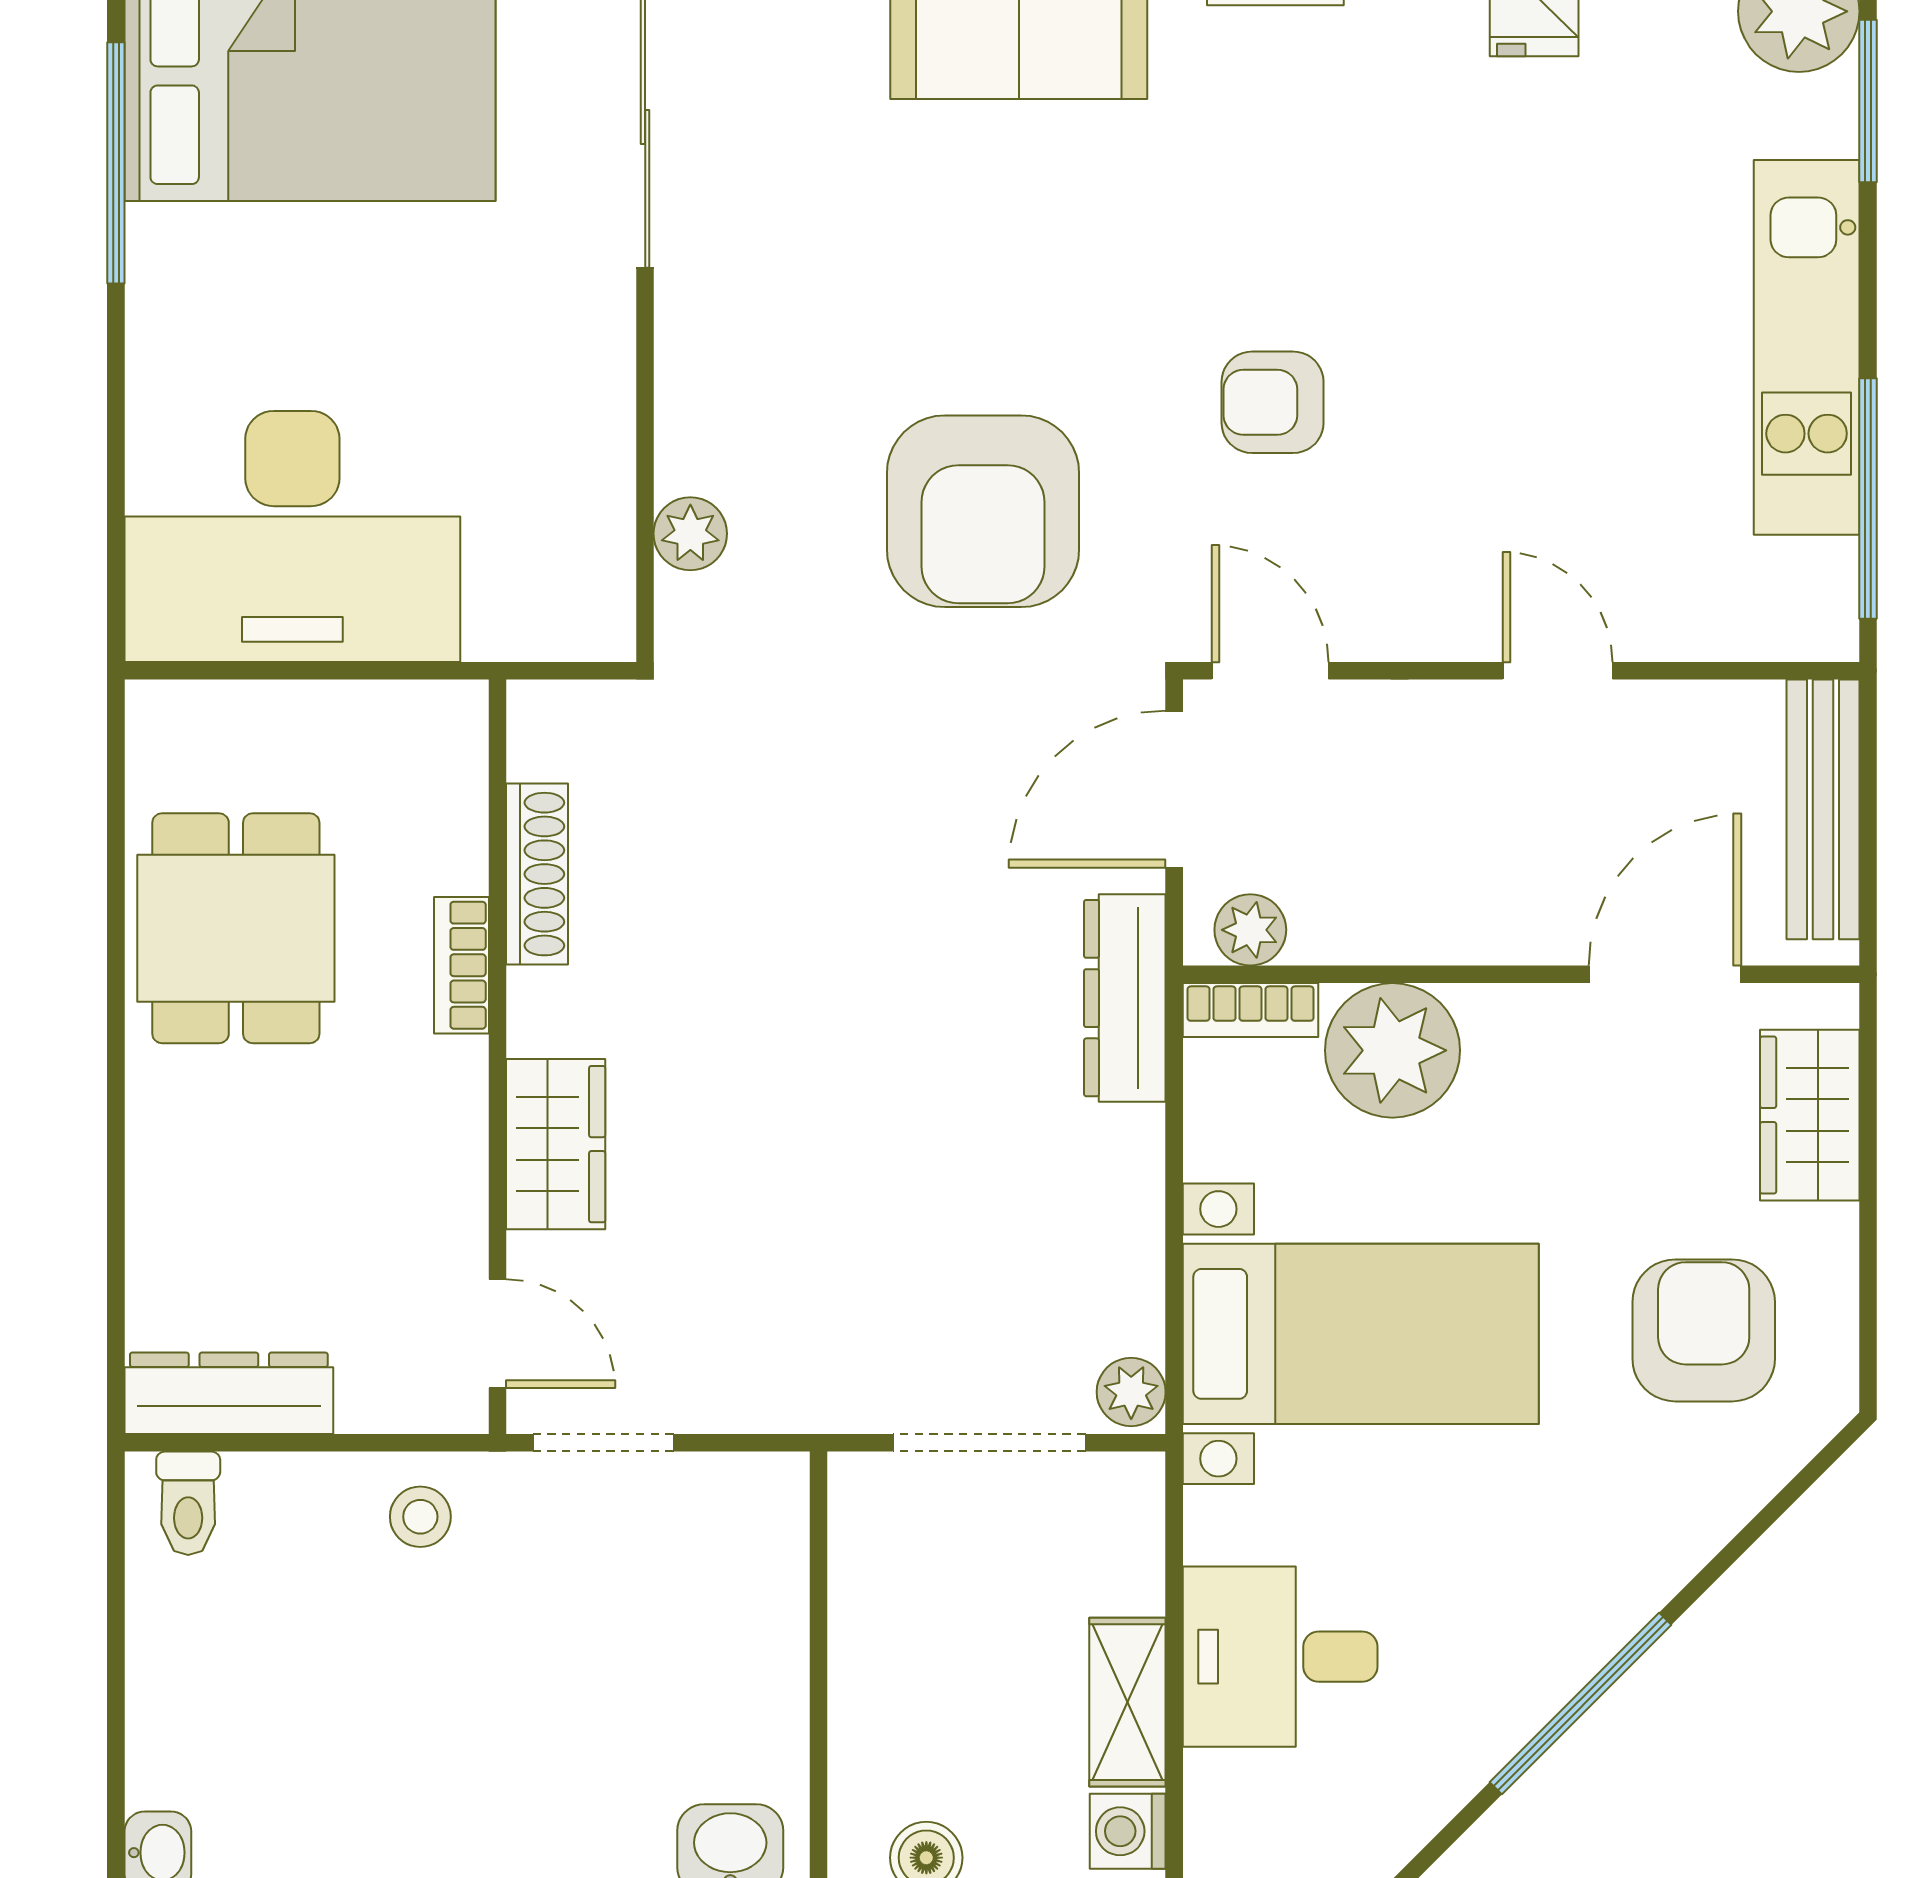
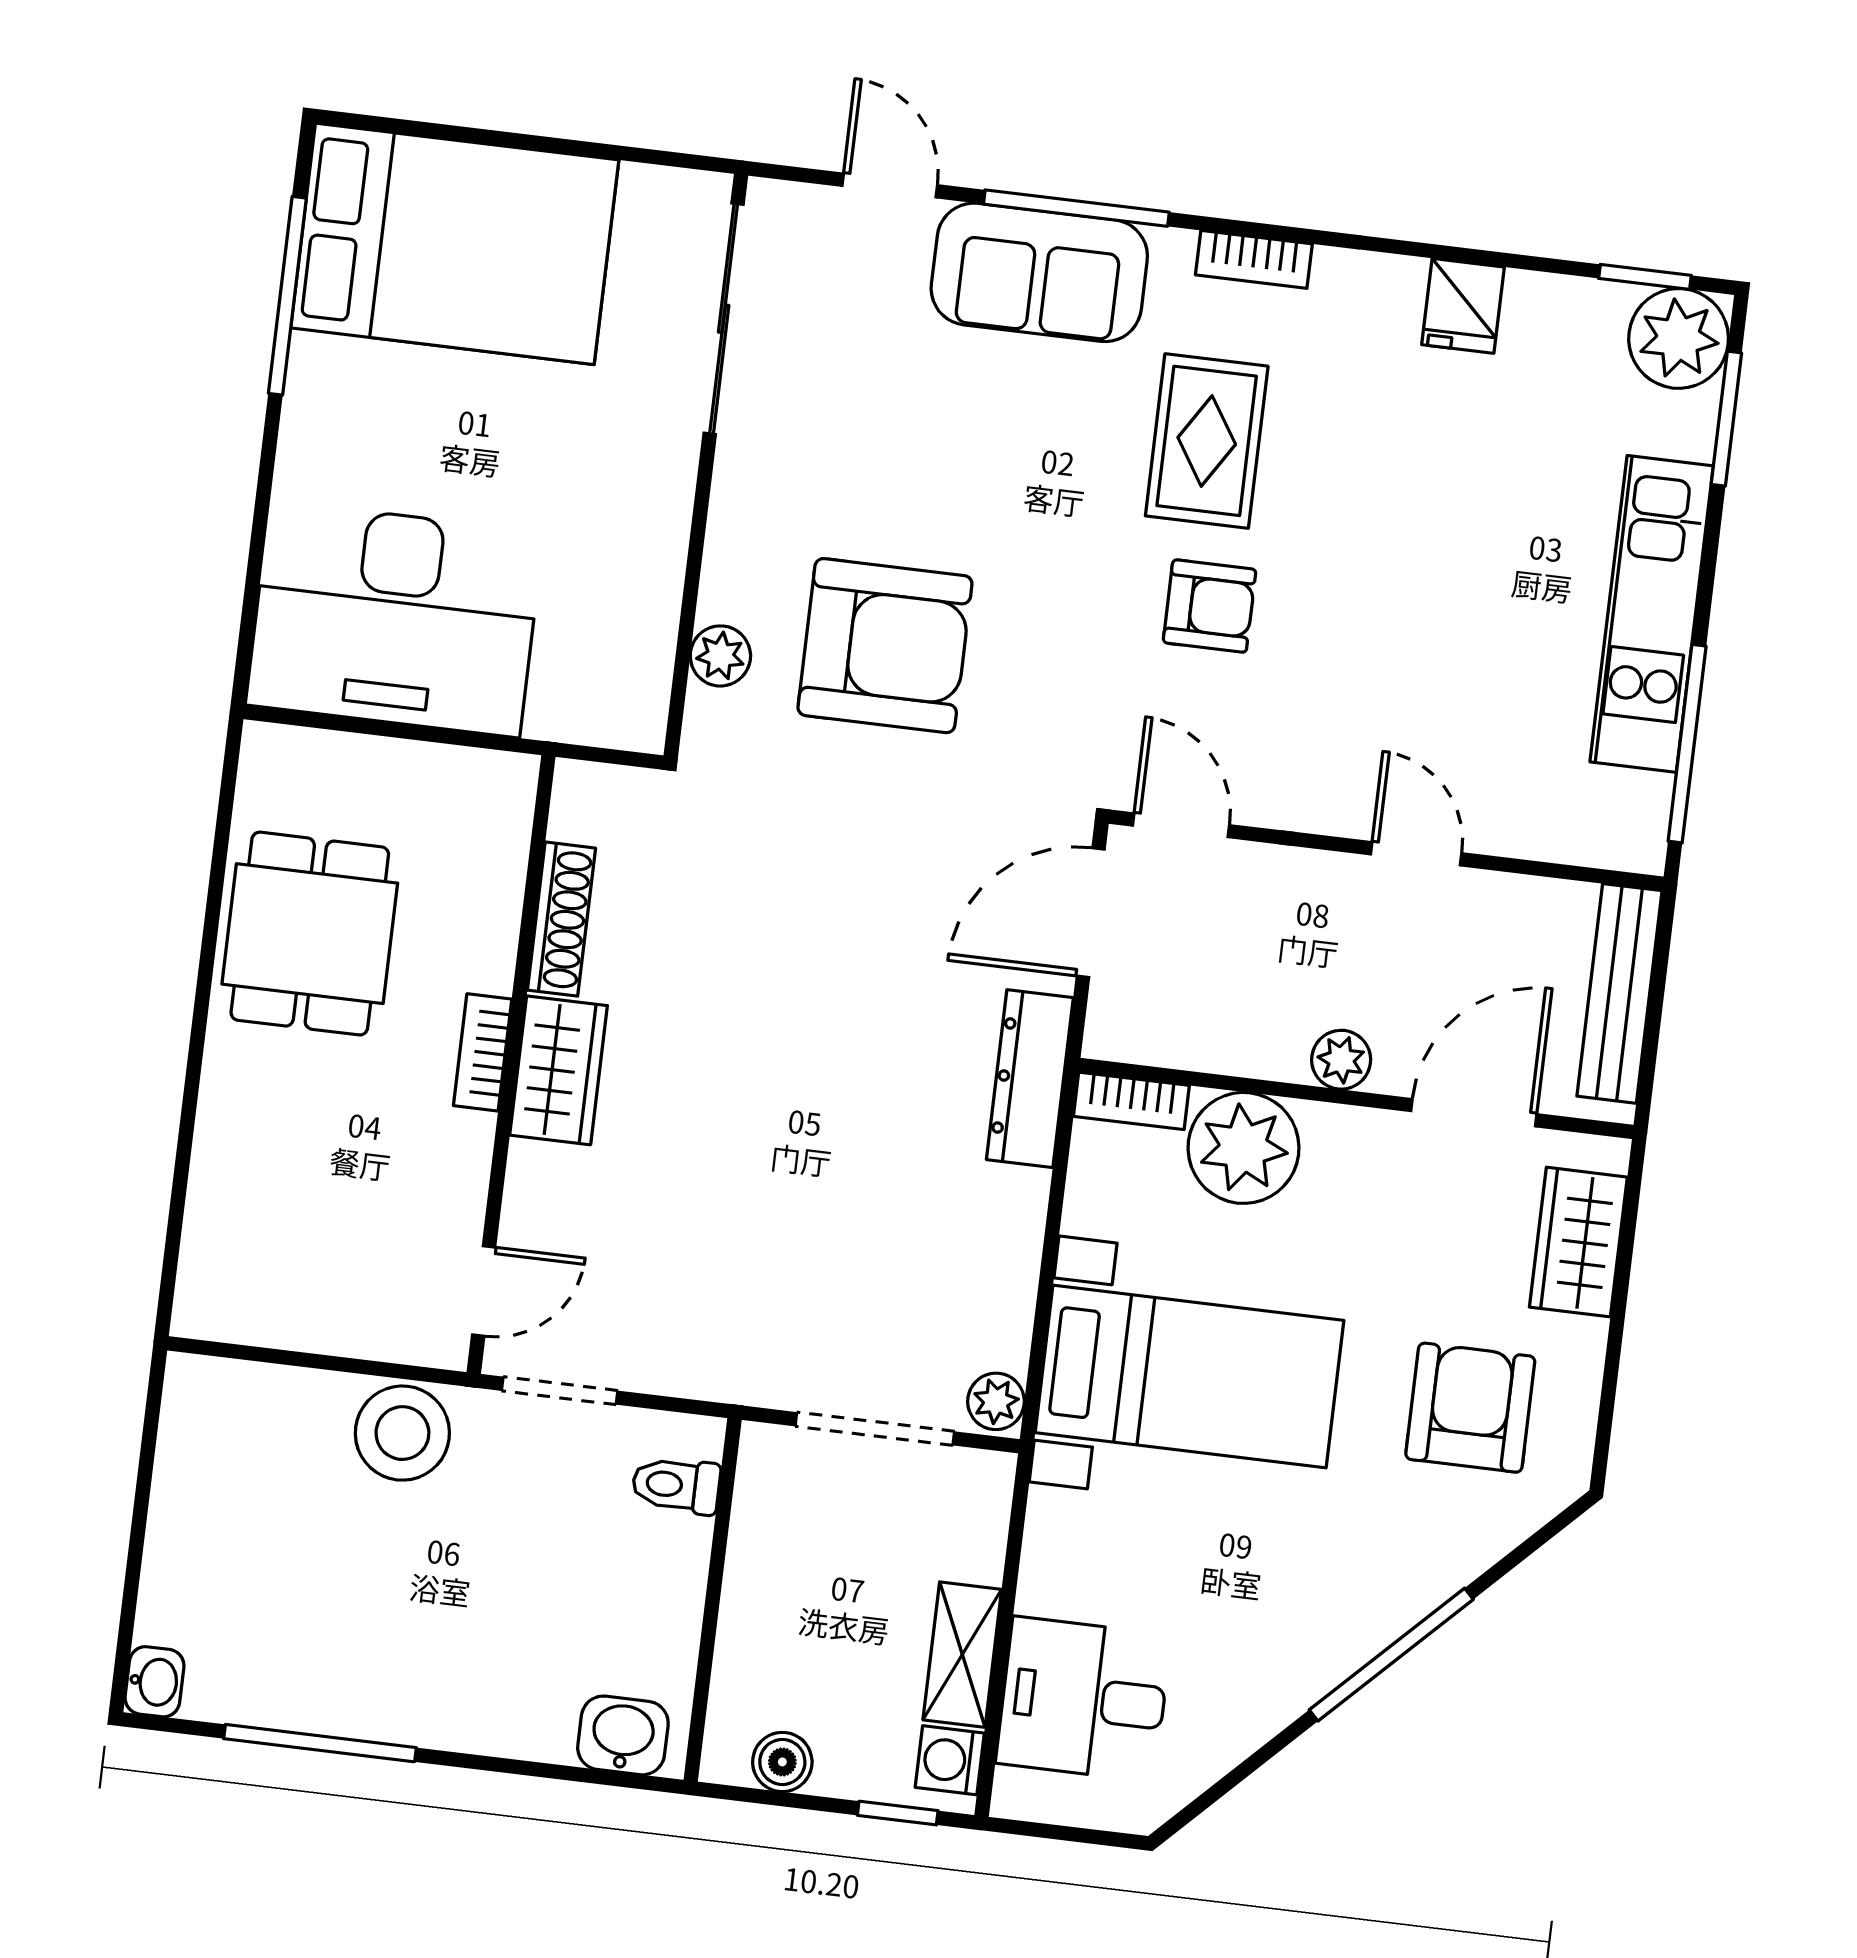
rug: (1245, 204) -> (1207, 441), added
armchair: (1273, 402) -> (1210, 606), turned 180
armchair: (983, 511) -> (885, 646), moved, turned -90
plant: (1250, 930) -> (1341, 1060), moved
bookcase: (462, 965) -> (483, 1052), moved
wardrobe: (556, 1144) -> (559, 1070), moved
door: (498, 1334) -> (484, 1291), hinge flipped
dresser: (229, 1393) -> (258, 1313), removed
toilet: (188, 1503) -> (676, 1485), moved, turned 90
stool: (420, 1517) -> (402, 1433), width x1.89, depth x1.89
desk: (1280, 1657) -> (1084, 1699), moved
window: (1581, 1703) -> (1391, 1655), moved

